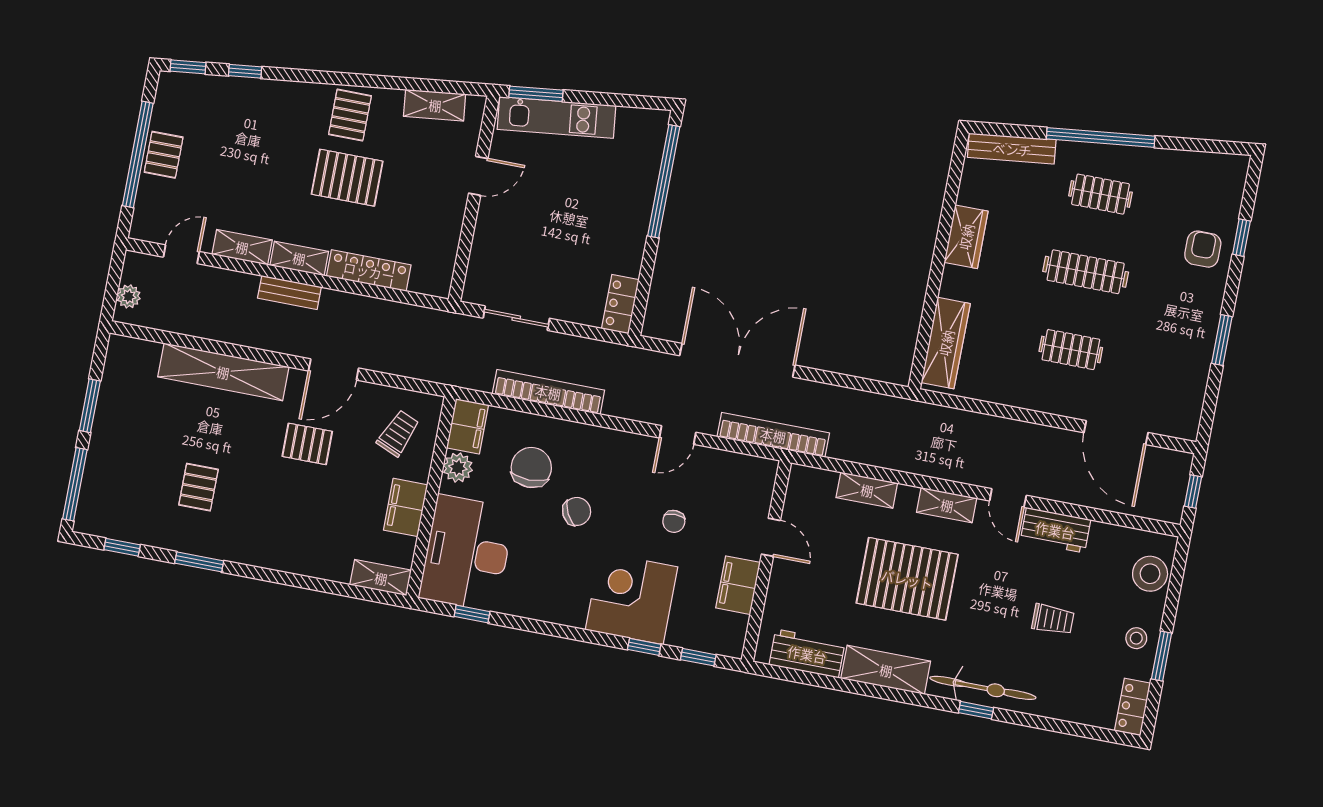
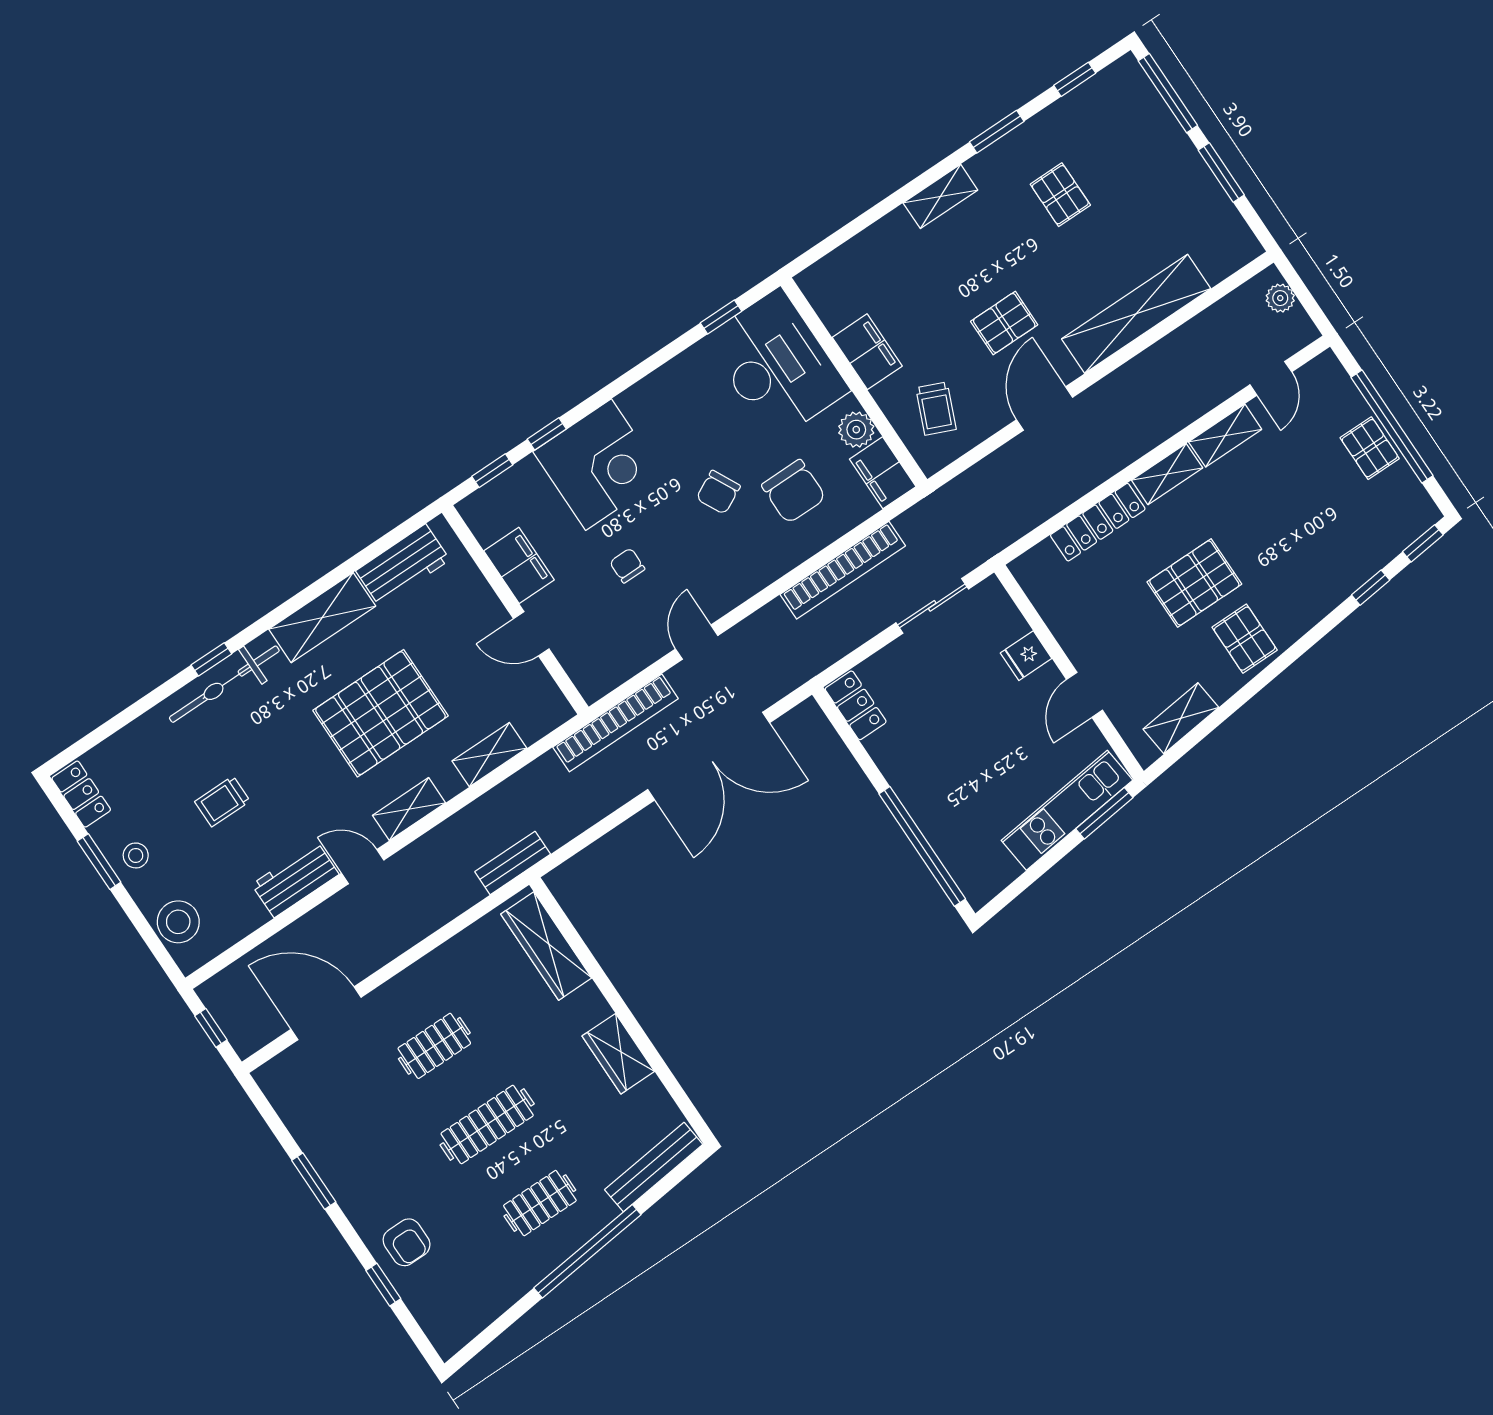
fridge: (490, 233) -> (1026, 656), added
bench: (289, 292) -> (513, 863), moved
shelving: (381, 578) -> (940, 196), moved

